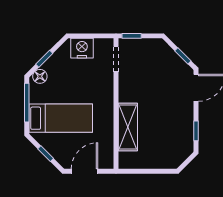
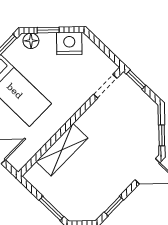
nightstand: (82, 48) -> (69, 44), moved, turned -45
window: (157, 171) -> (51, 208), added

